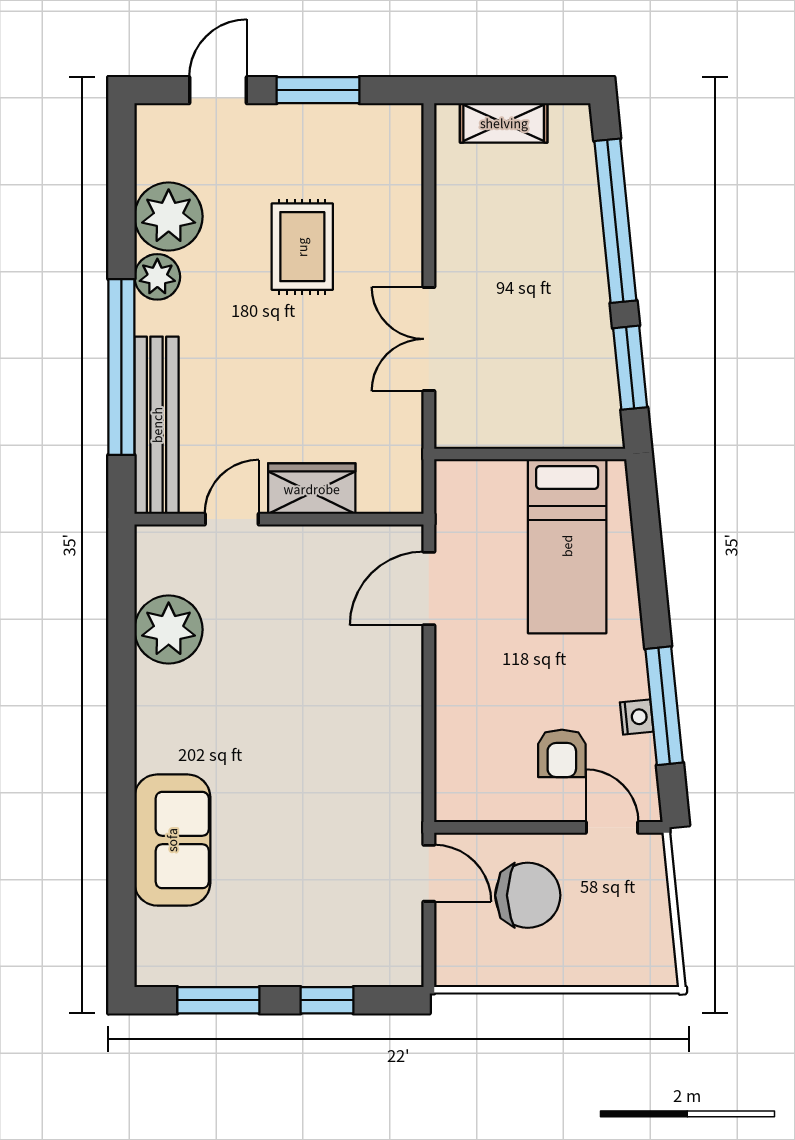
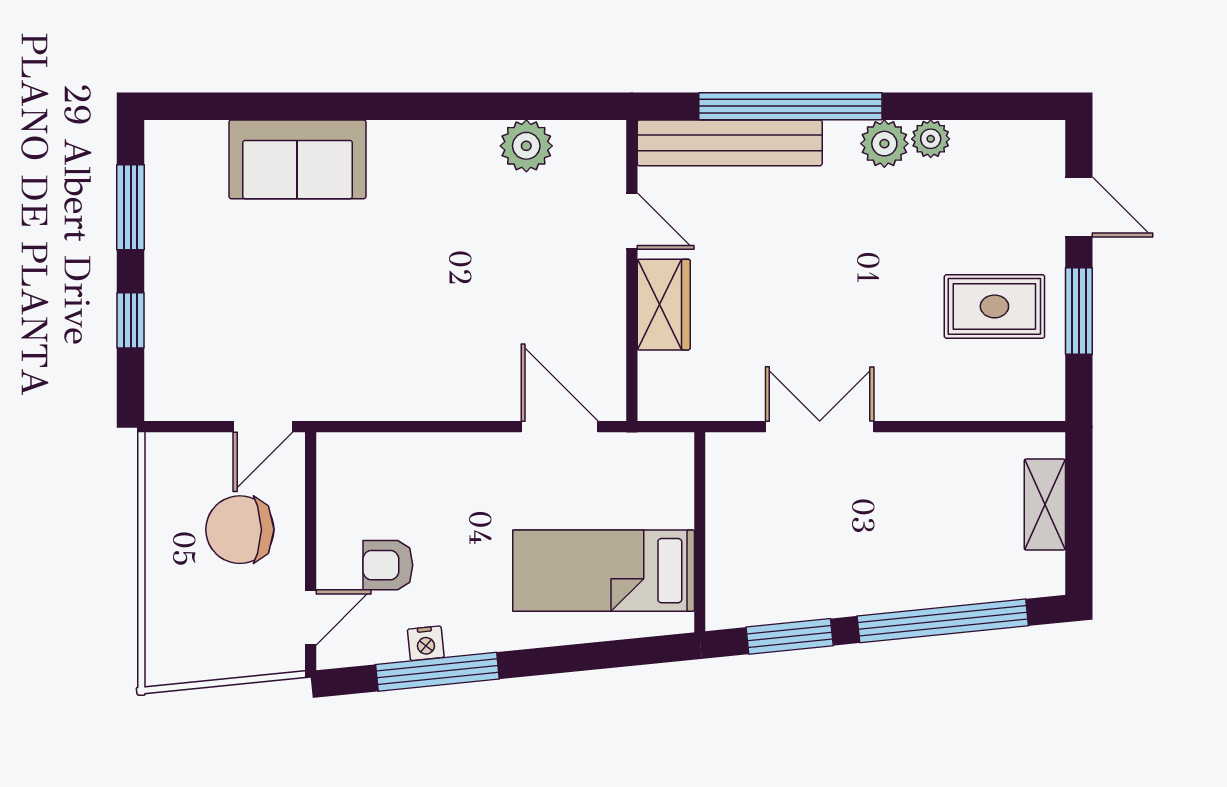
plant: (169, 216) -> (931, 139), width x0.53, depth x0.53
rug: (302, 247) -> (994, 306), moved
plant: (169, 630) -> (526, 146), width x0.73, depth x0.73
chair: (528, 895) -> (240, 530), turned 90

